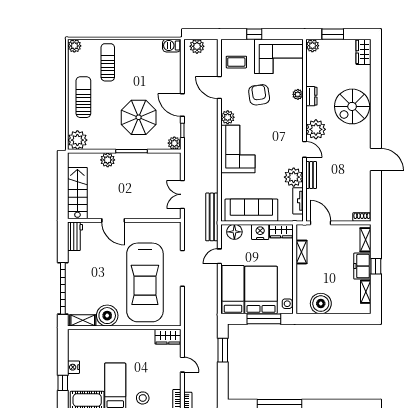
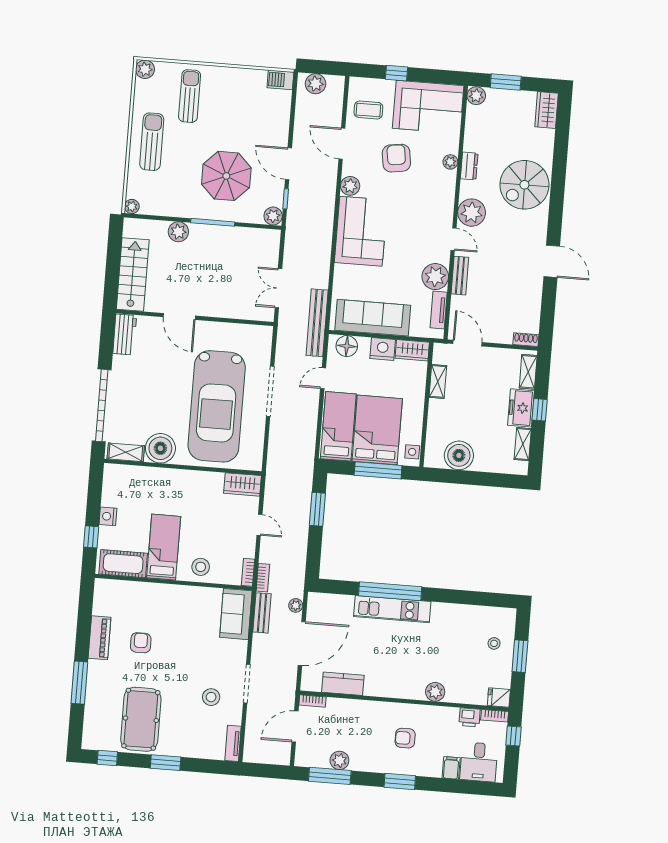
plant: (77, 140) -> (132, 206), width x0.53, depth x0.53

